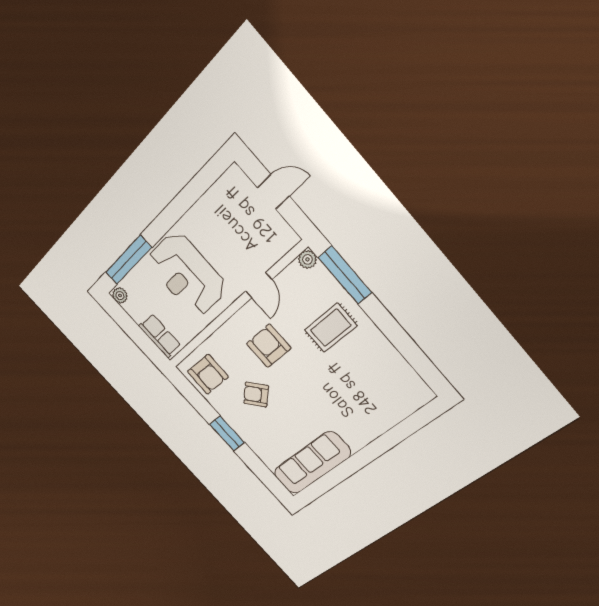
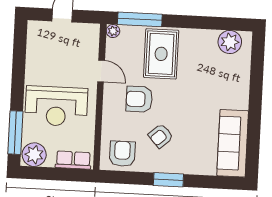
plant: (120, 295) -> (34, 155), width x1.87, depth x1.87
rug: (331, 328) -> (161, 54), width x1.36, depth x1.43
armchair: (208, 374) -> (122, 154), turned -91
plant: (406, 383) -> (230, 42), added

